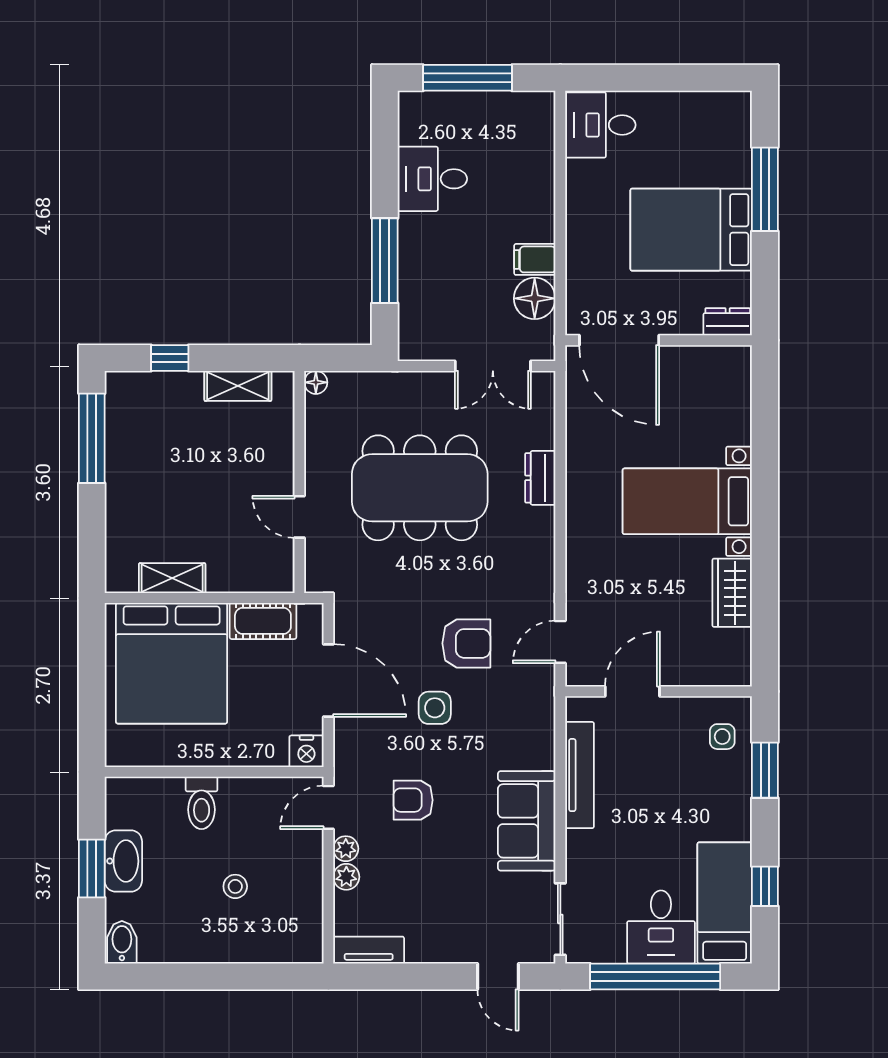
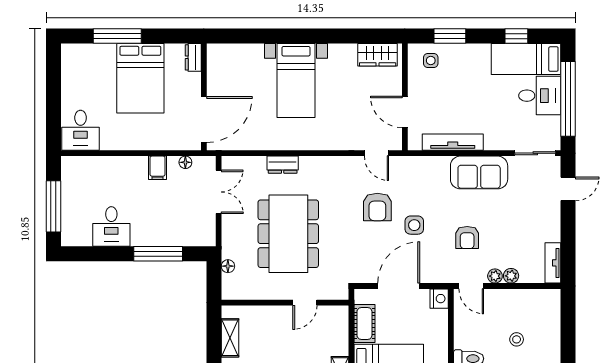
floor lamp: (535, 298) -> (185, 162), width x0.53, depth x0.53
floor lamp: (316, 382) -> (228, 266), moved
wardrobe: (732, 593) -> (378, 55), moved
armchair: (466, 643) -> (377, 207), turned 180

